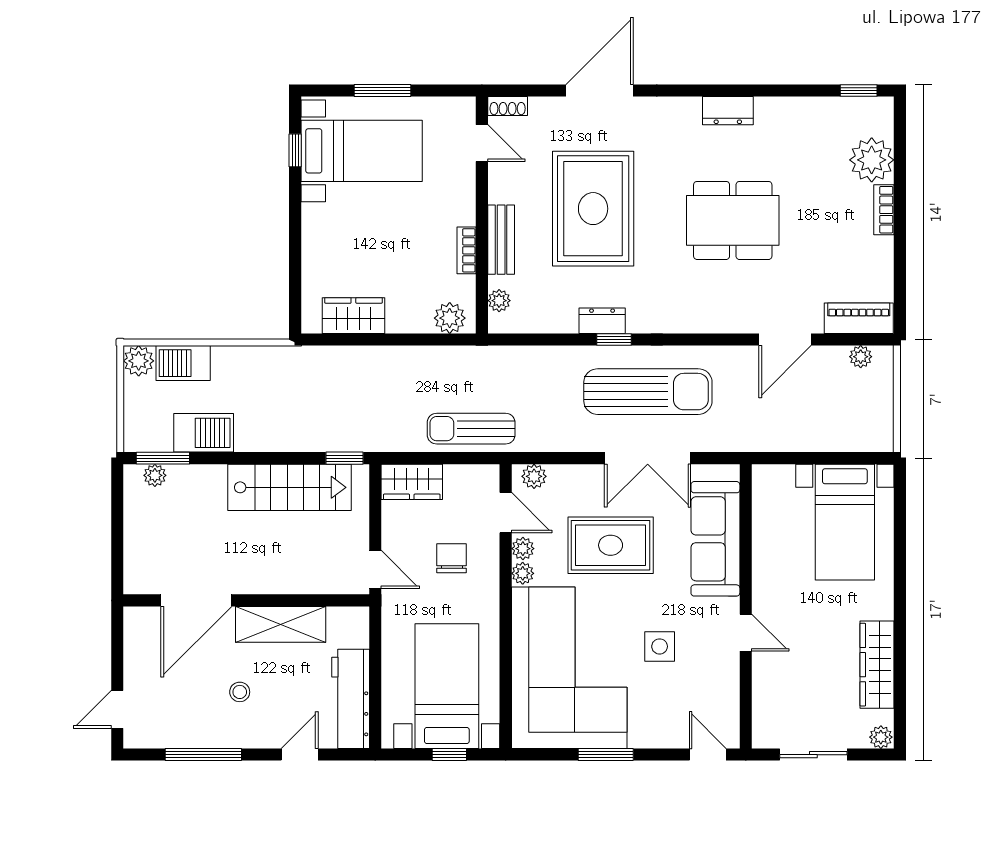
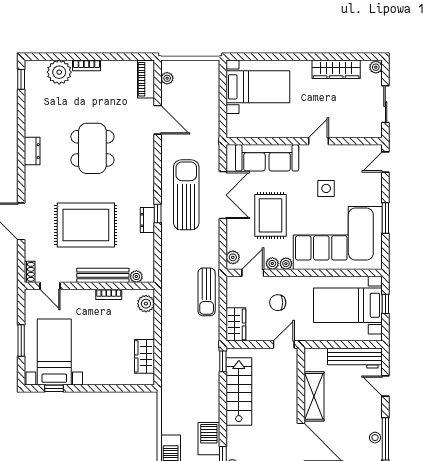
door: (482, 143) -> (50, 286), swing flipped
bench: (501, 240) -> (103, 275), width x1.36
stool: (240, 692) -> (375, 438), moved

